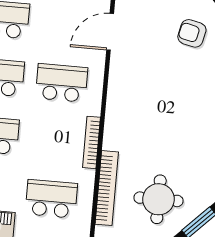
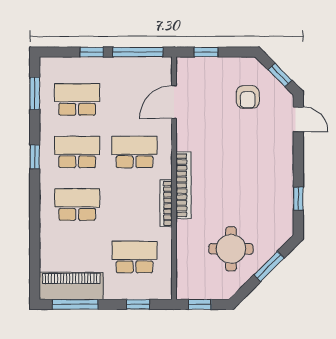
armchair: (192, 33) -> (248, 97), turned -103
bookcase: (107, 188) -> (183, 185), moved

